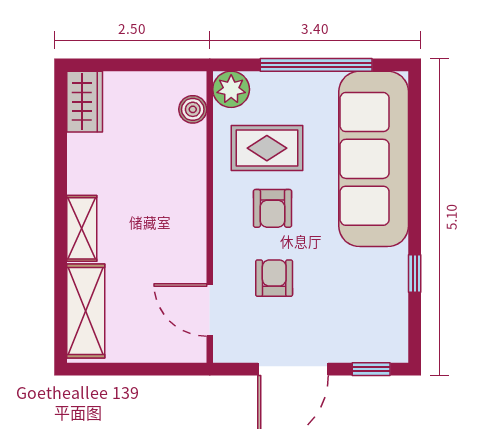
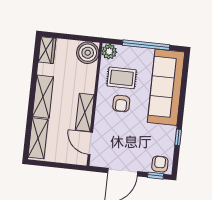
boiler: (193, 109) -> (88, 53), width x1.86, depth x1.86
shelving: (82, 228) -> (43, 97), width x1.50, depth x1.33
shelving: (189, 238) -> (85, 112), added
armchair: (274, 278) -> (160, 164), moved

